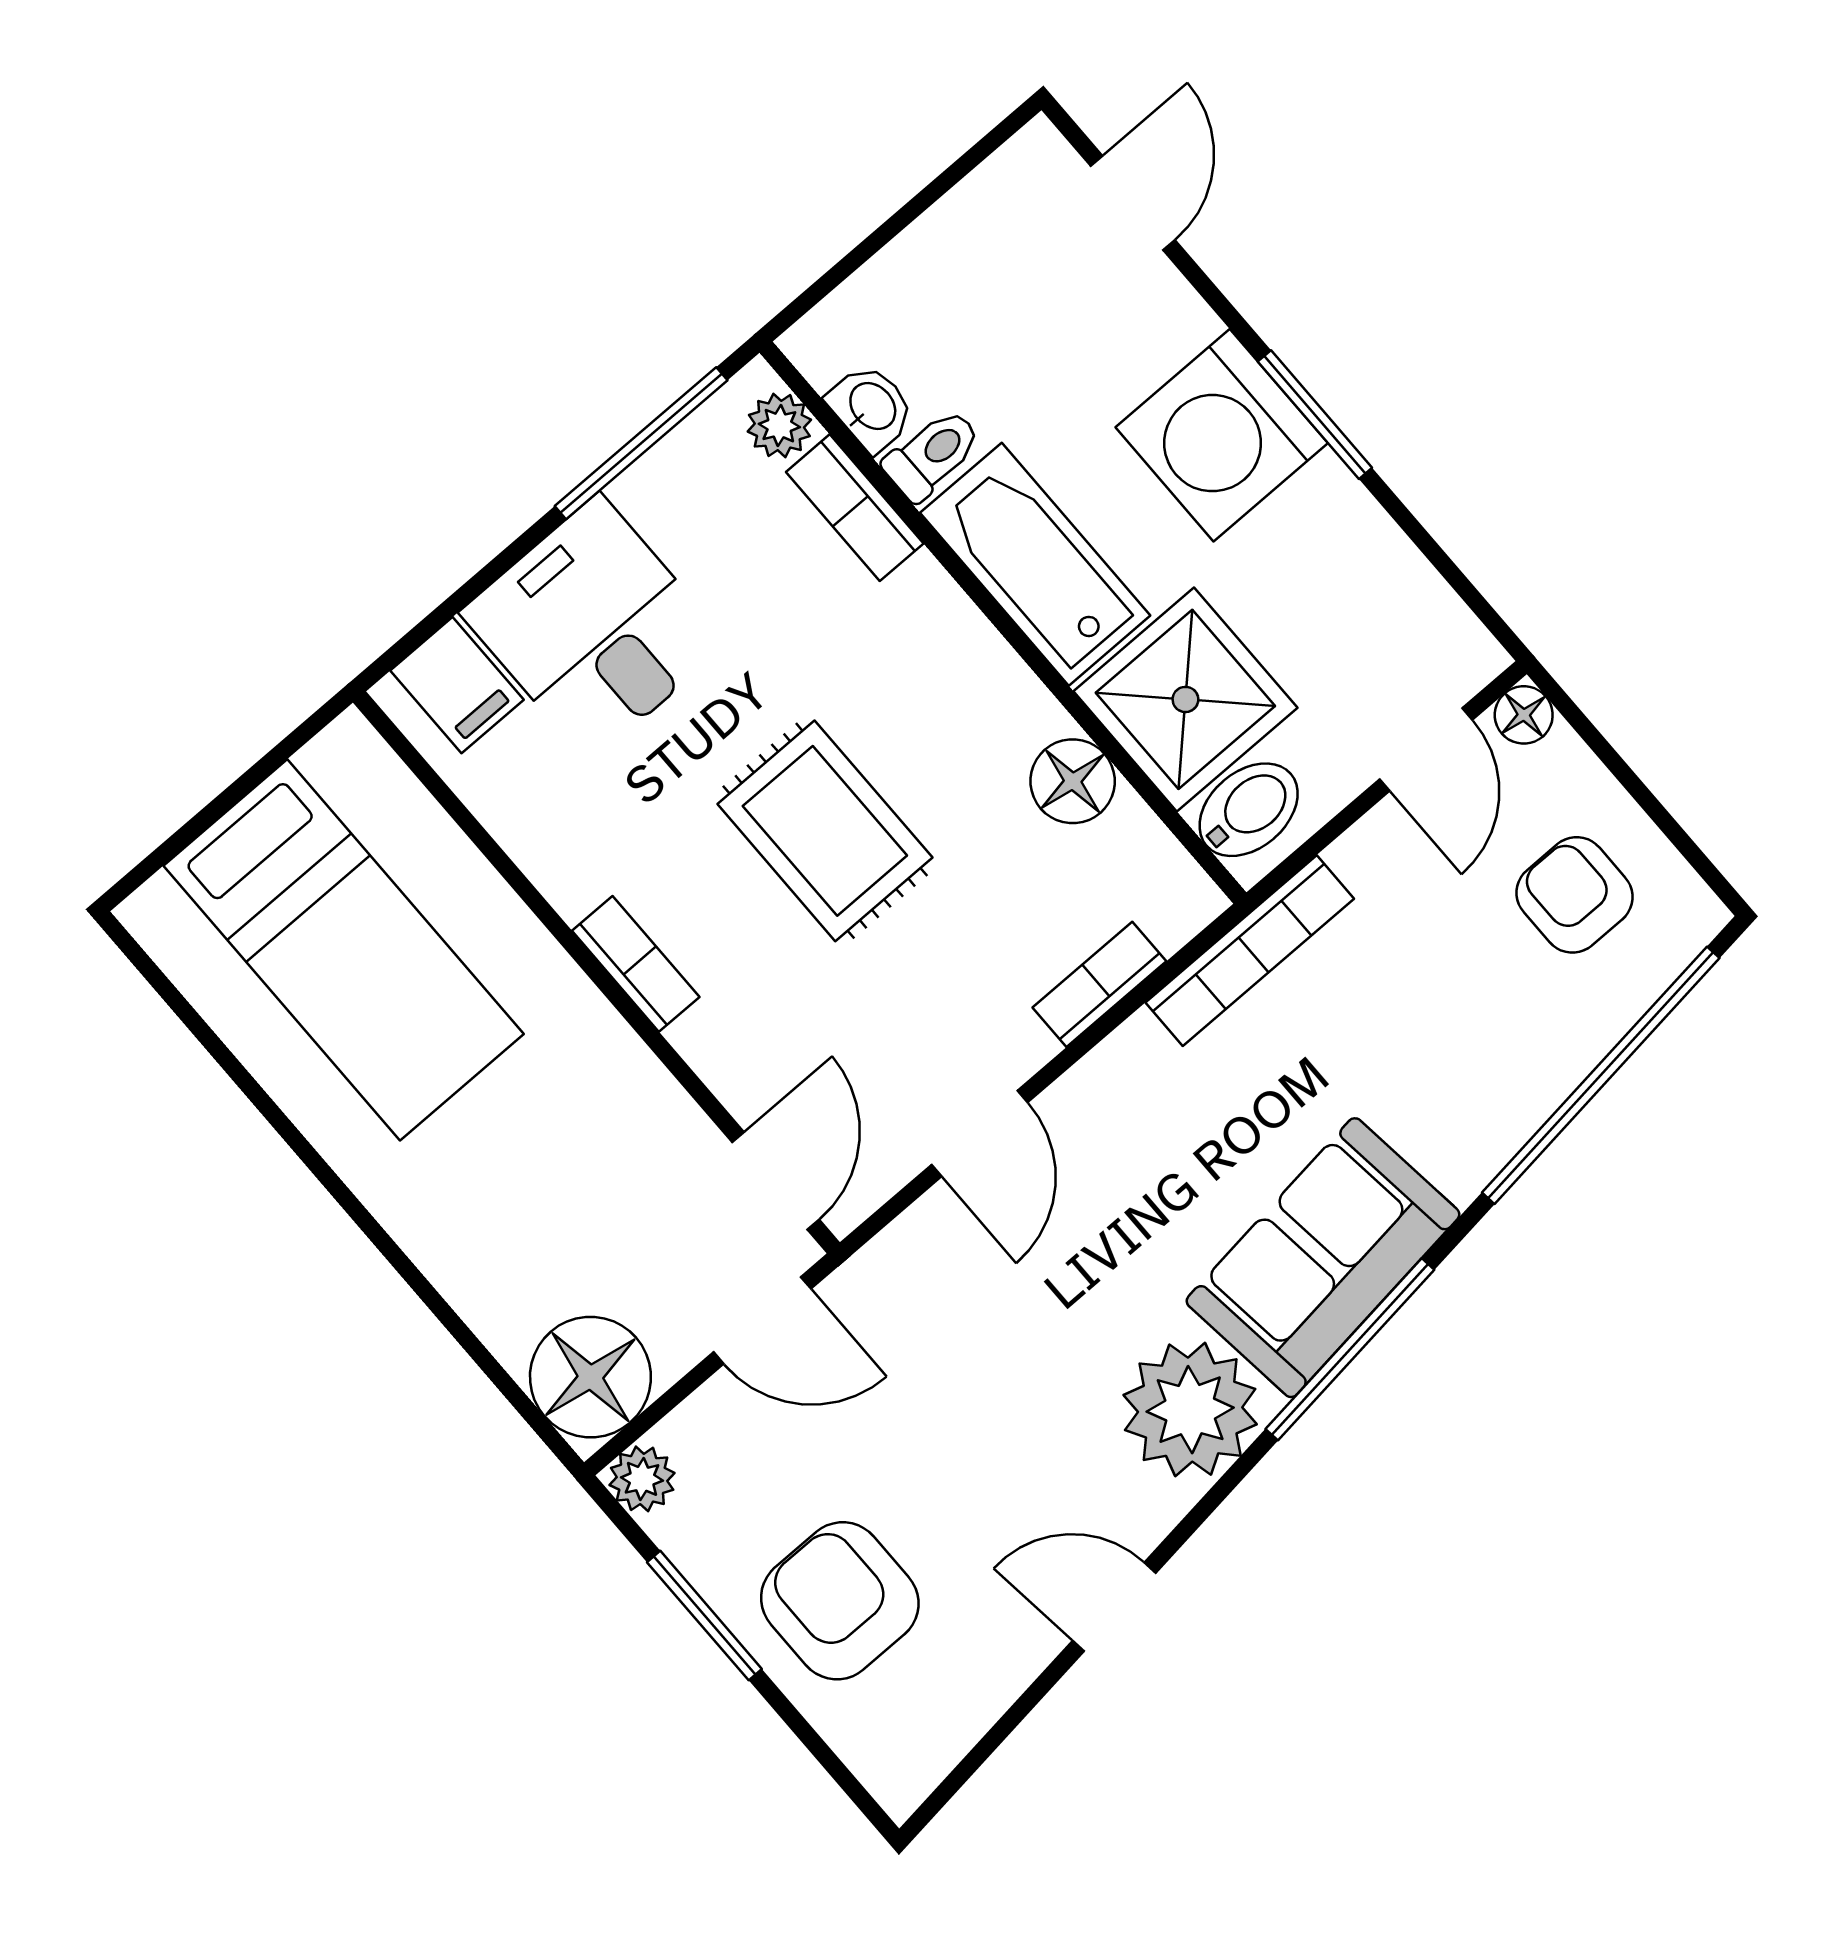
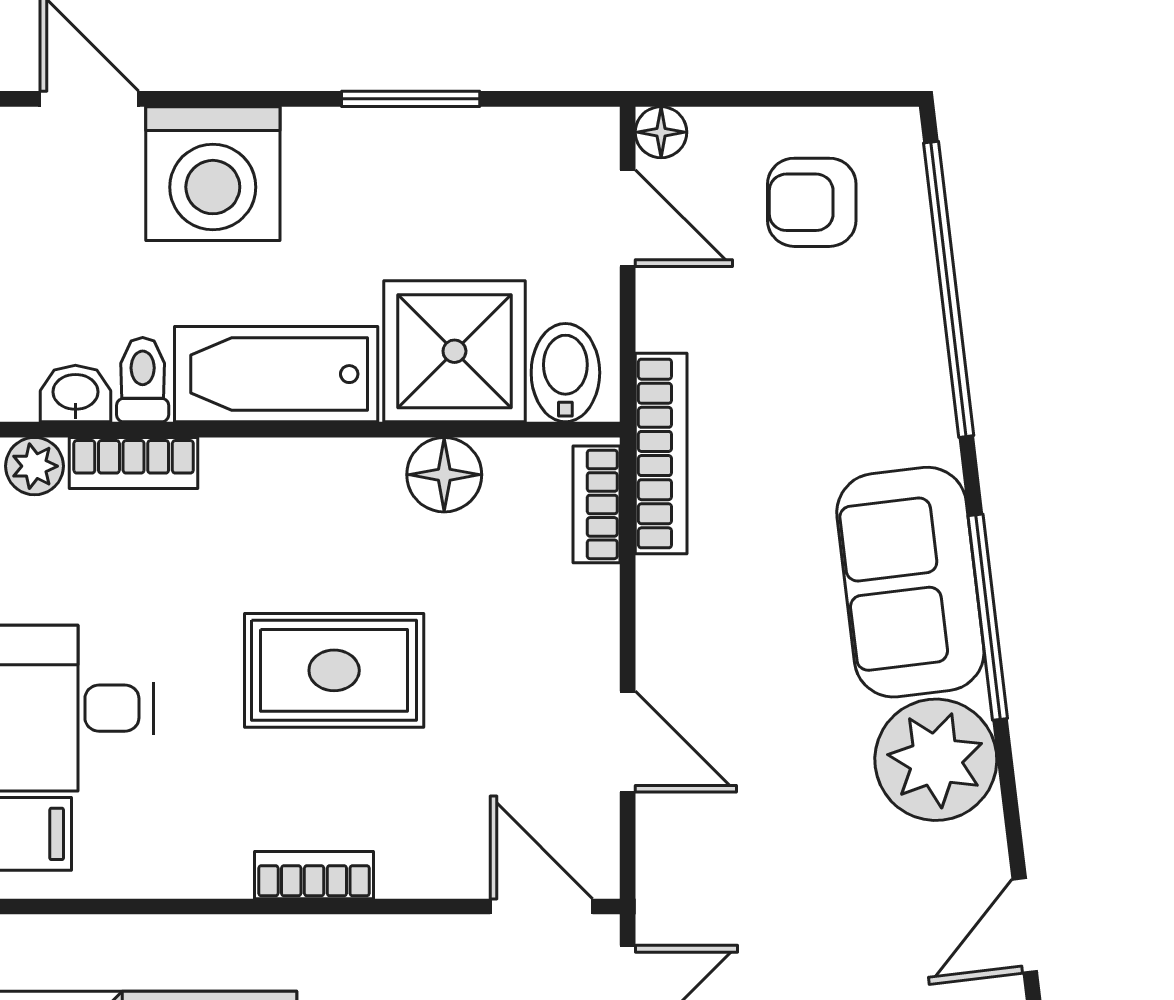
window: (1315, 415) -> (411, 99), moved
washing machine: (1222, 435) -> (213, 174), moved
bookcase: (1099, 984) -> (597, 504), moved

